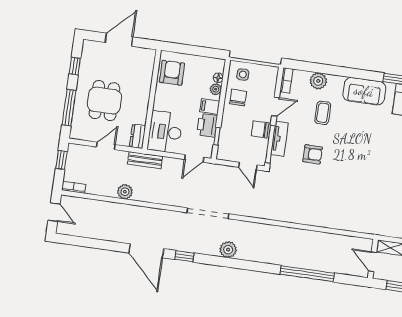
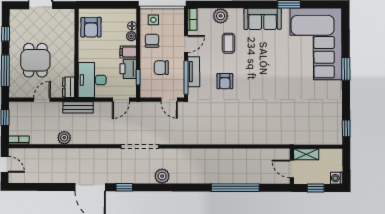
armchair: (172, 73) -> (91, 27), turned 180
chair: (260, 129) -> (161, 68), moved
armchair: (313, 154) -> (225, 81), turned 90

